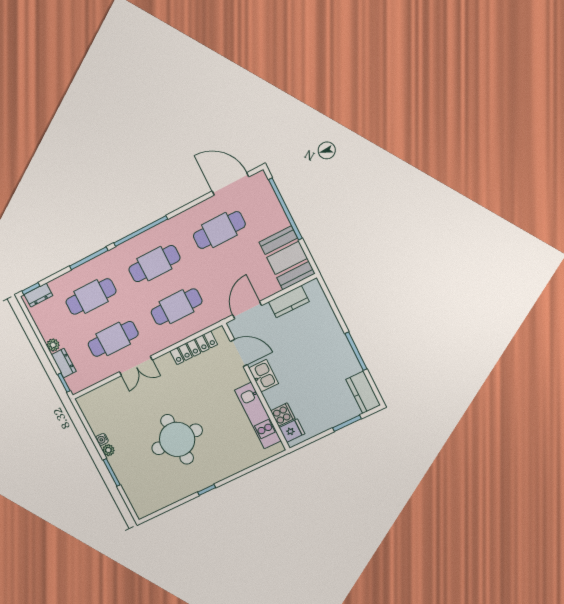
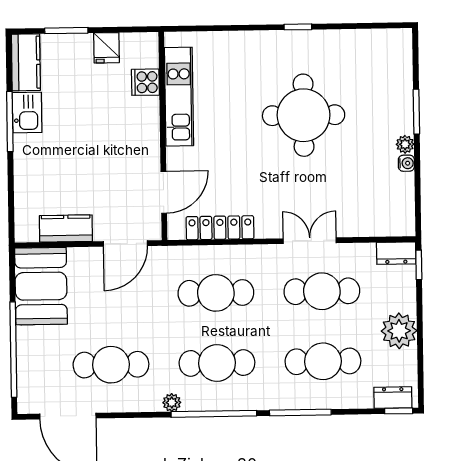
plant: (170, 225) -> (172, 403), added
plant: (53, 345) -> (399, 331), width x1.88, depth x1.88
door: (239, 353) -> (164, 192), swing flipped
dresser: (64, 363) -> (396, 253), moved, turned -90
kitchen sink: (264, 376) -> (27, 113), moved, turned 180
fridge: (292, 431) -> (107, 48), moved, turned -90

